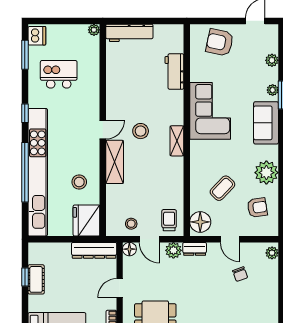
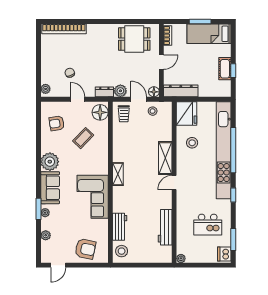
workbench: (129, 33) -> (165, 227), moved, turned -90
stool: (141, 131) -> (122, 251), moved
plant: (266, 173) -> (50, 162), moved

